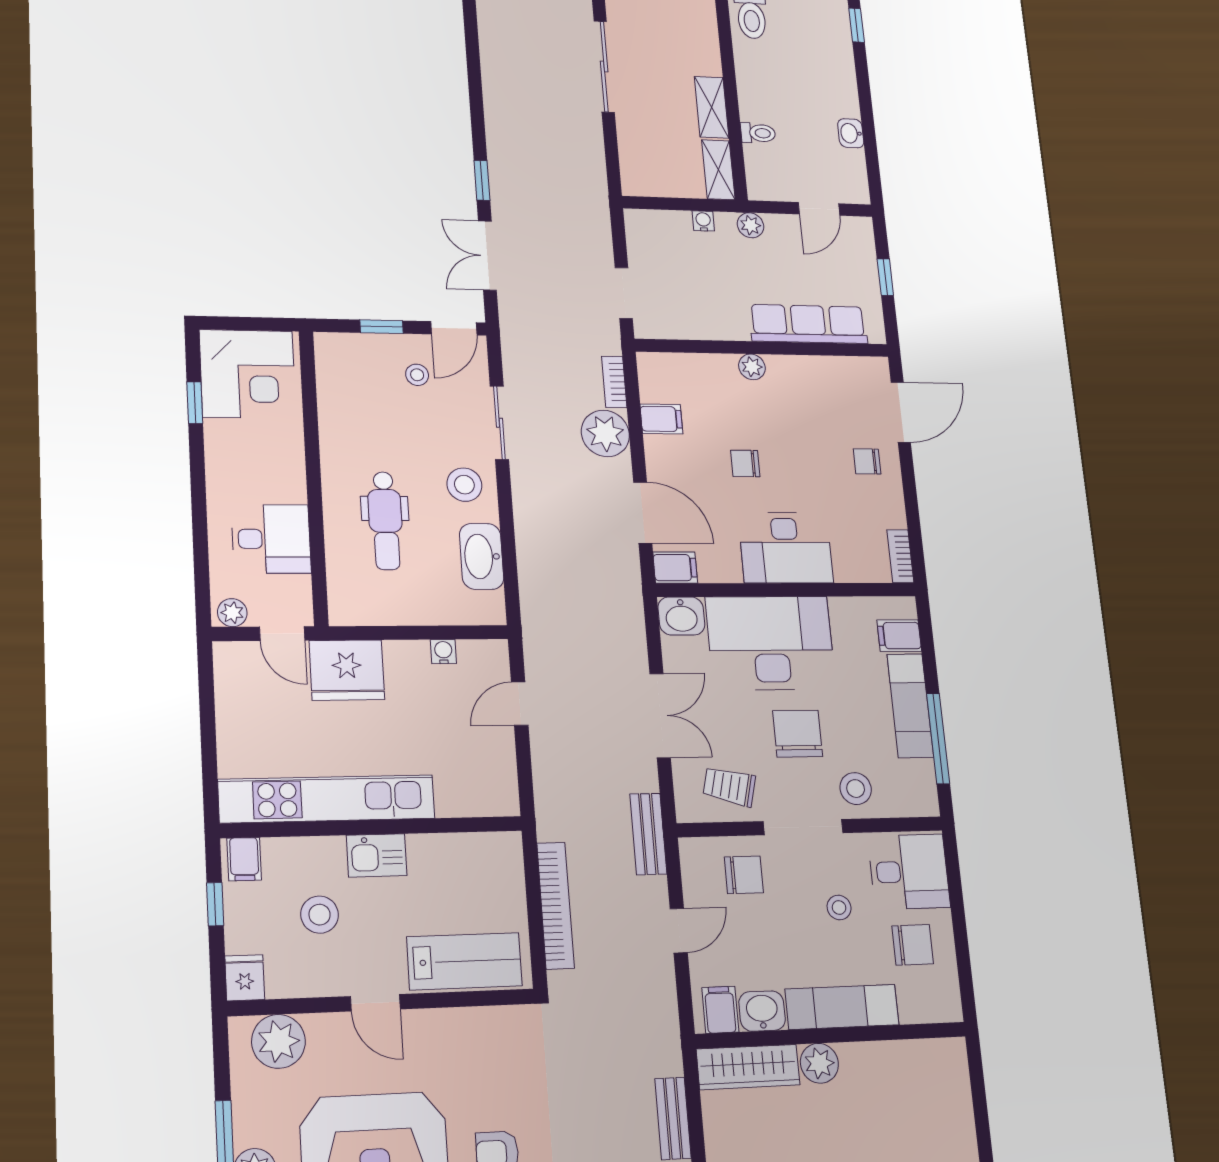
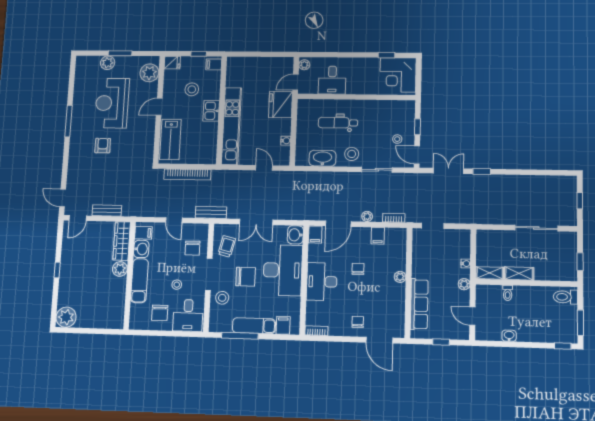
plant: (605, 433) -> (367, 216), width x0.53, depth x0.53
kitchen unit: (327, 799) -> (231, 126), moved

